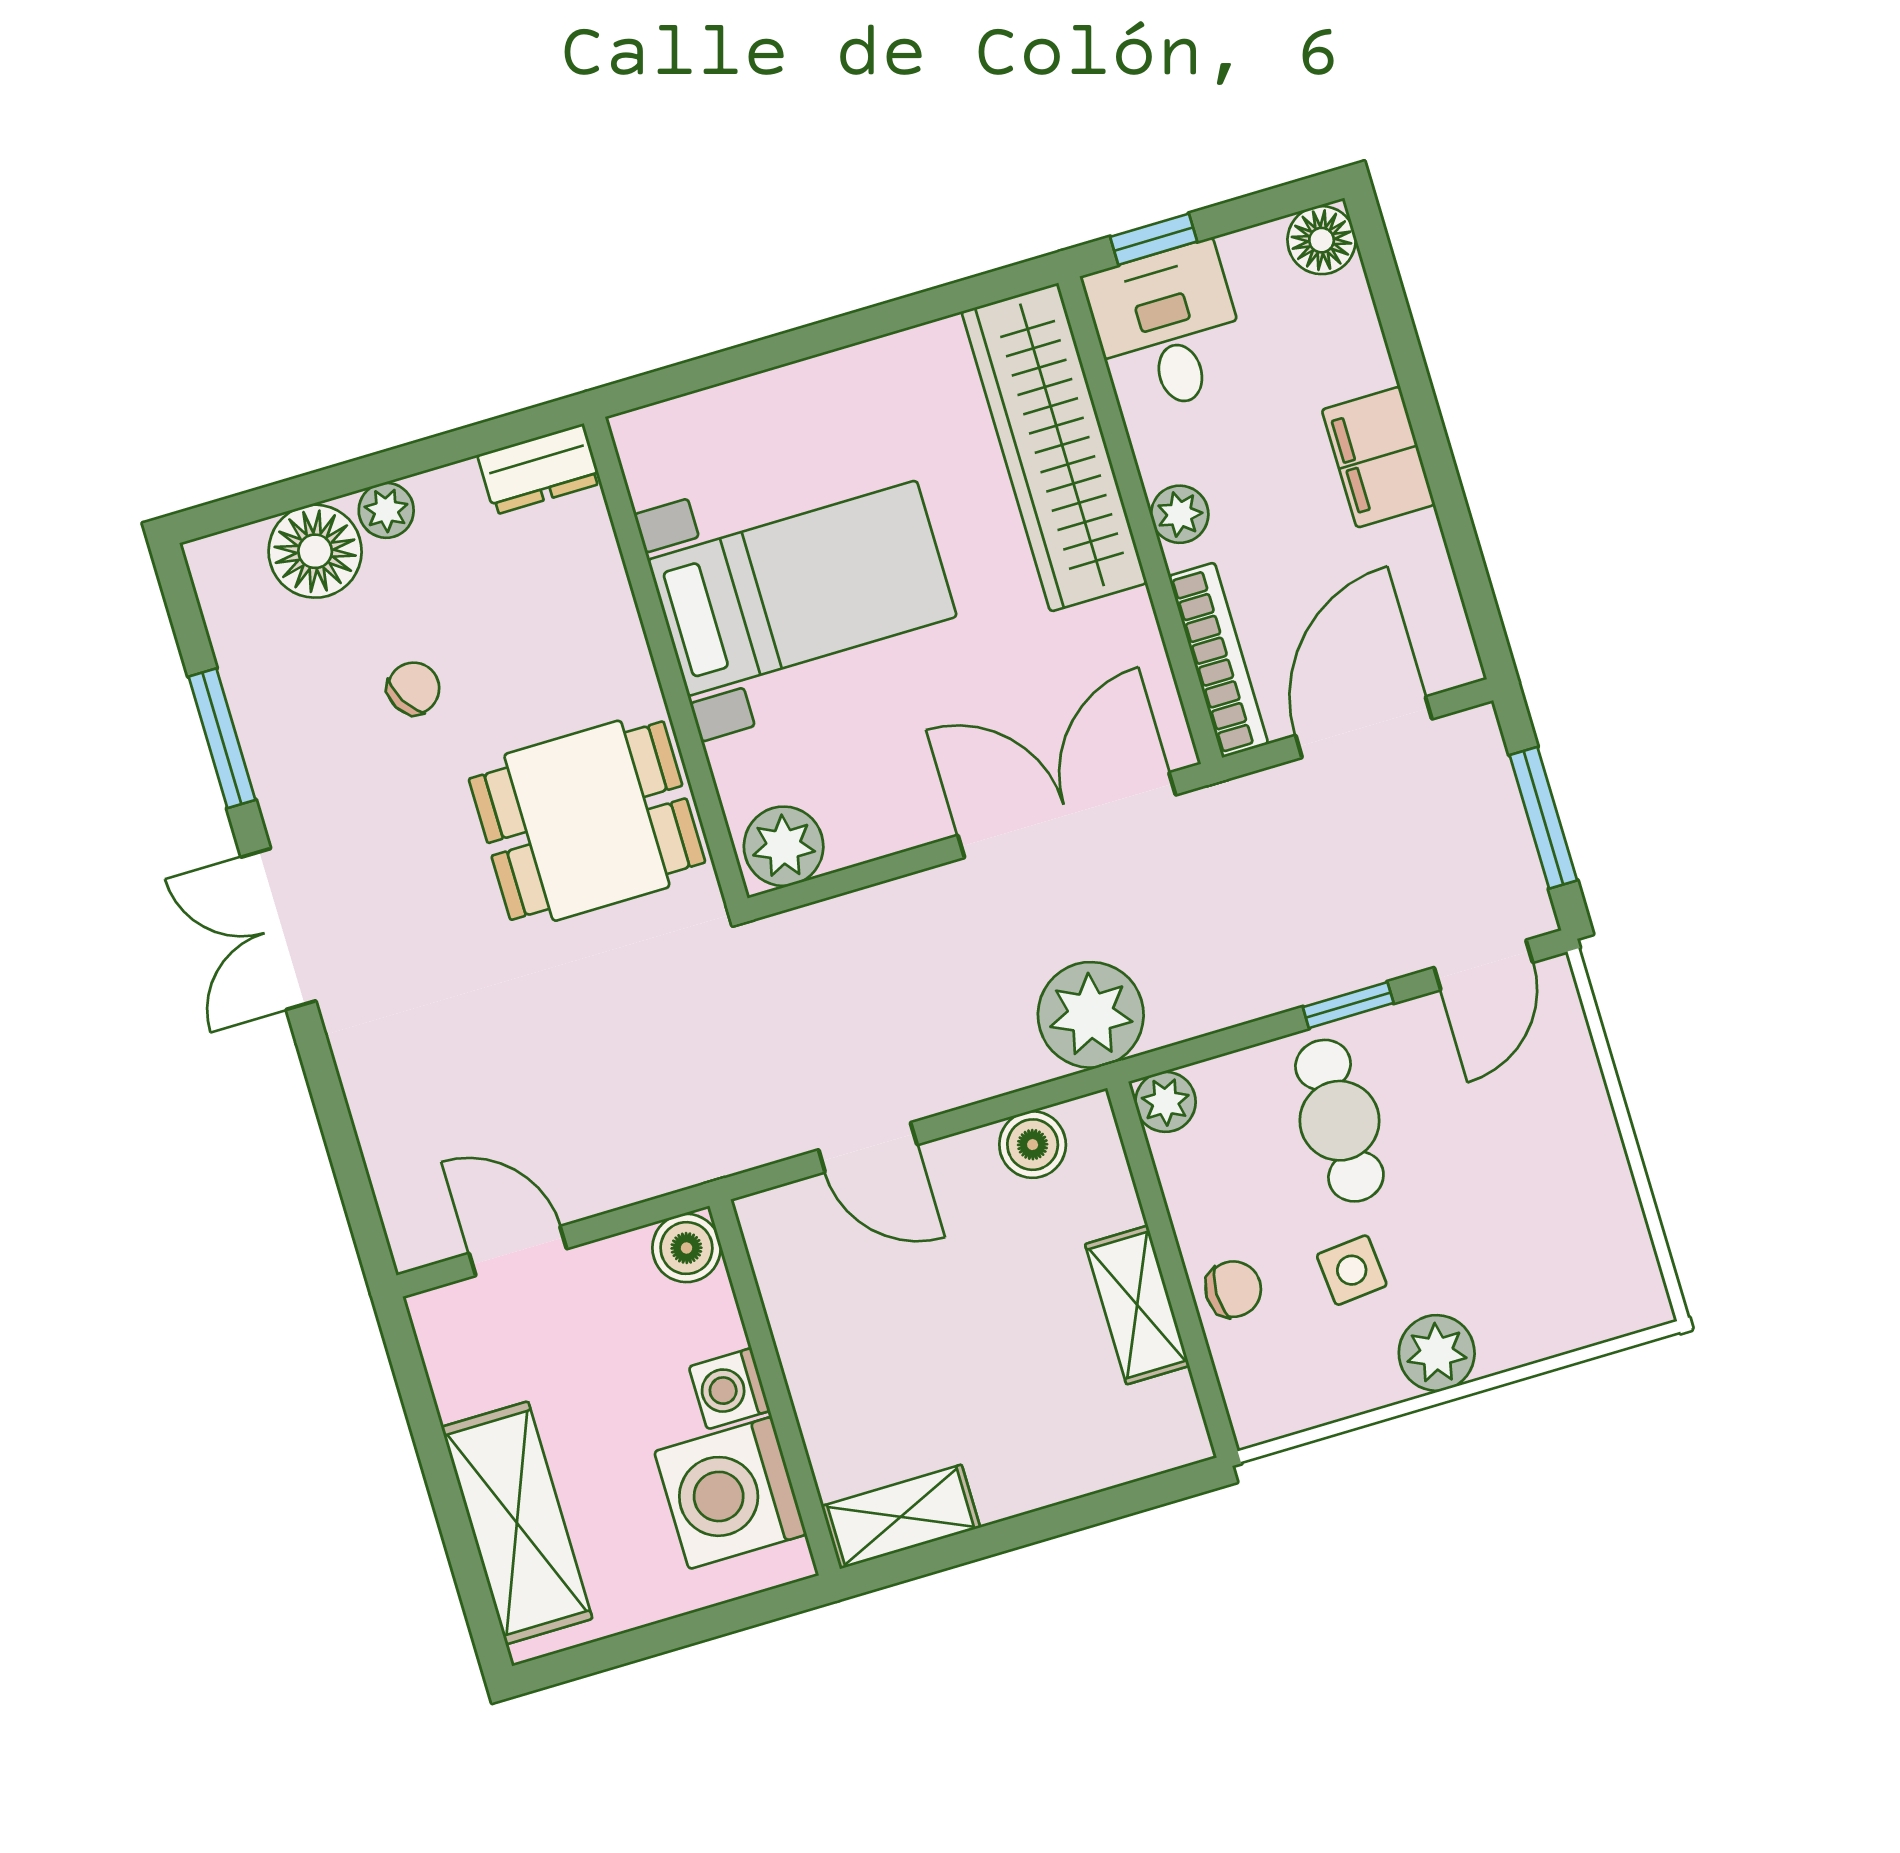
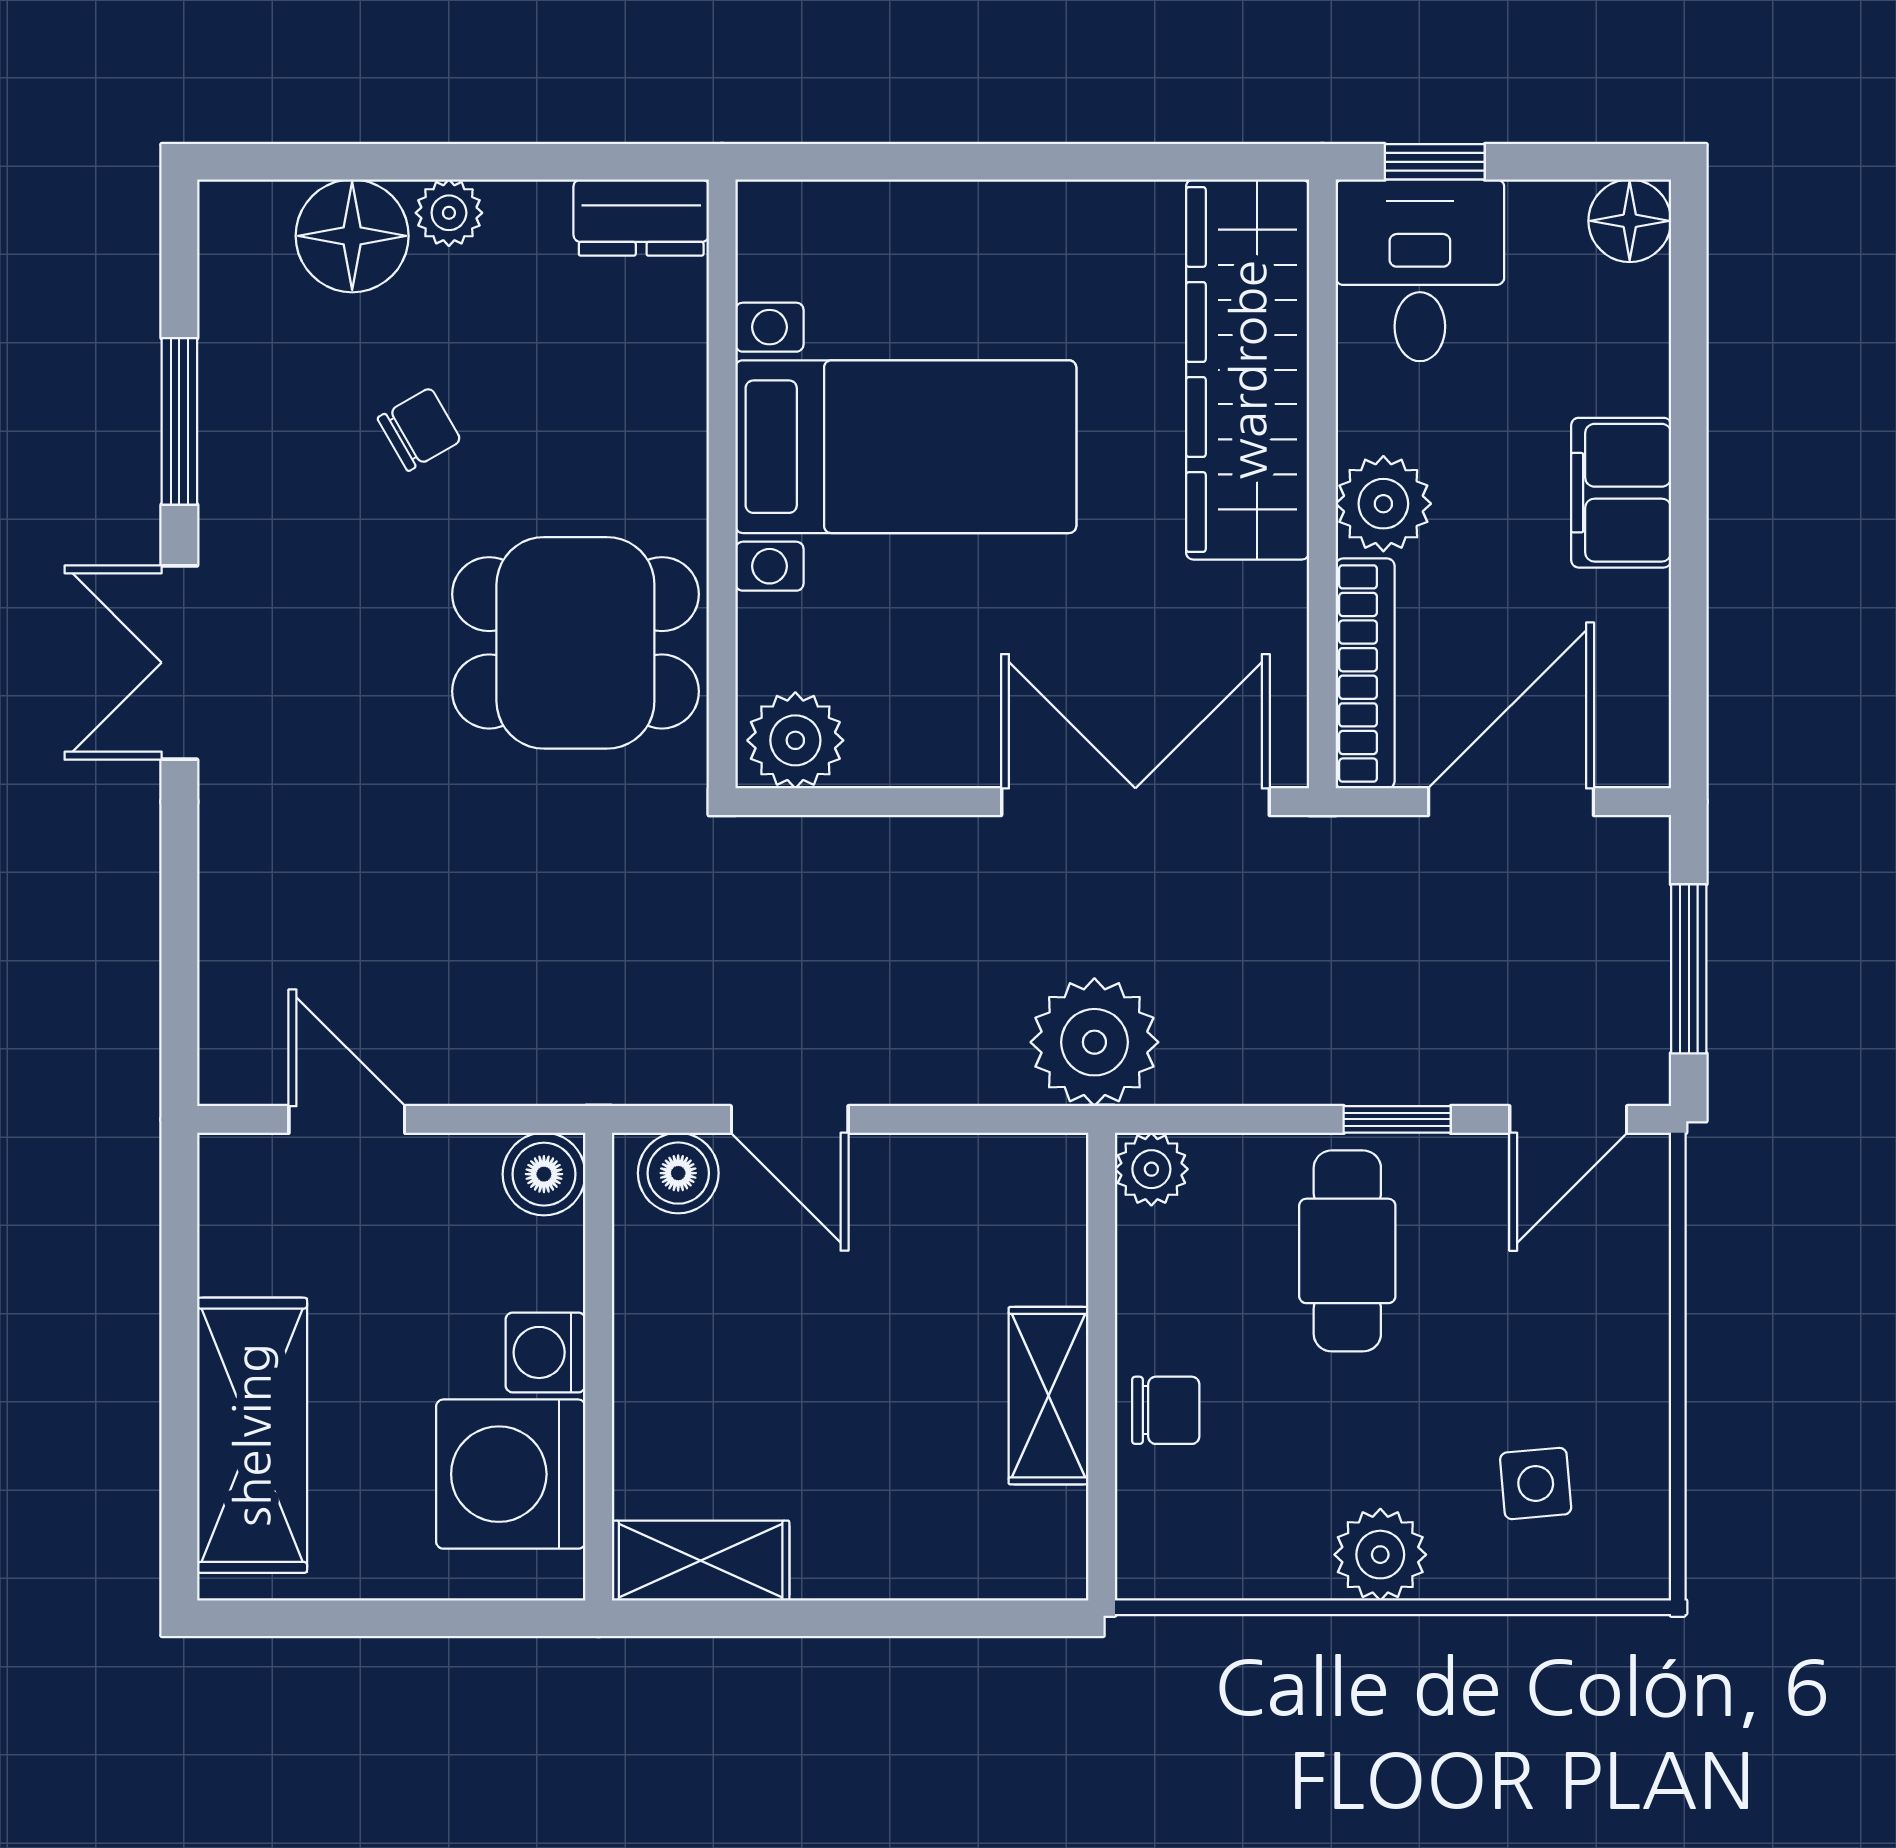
plant: (1180, 514) -> (1383, 504), width x1.38, depth x1.38
boiler: (1033, 1145) -> (678, 1173), moved
side table: (1352, 1270) -> (1536, 1483), moved

